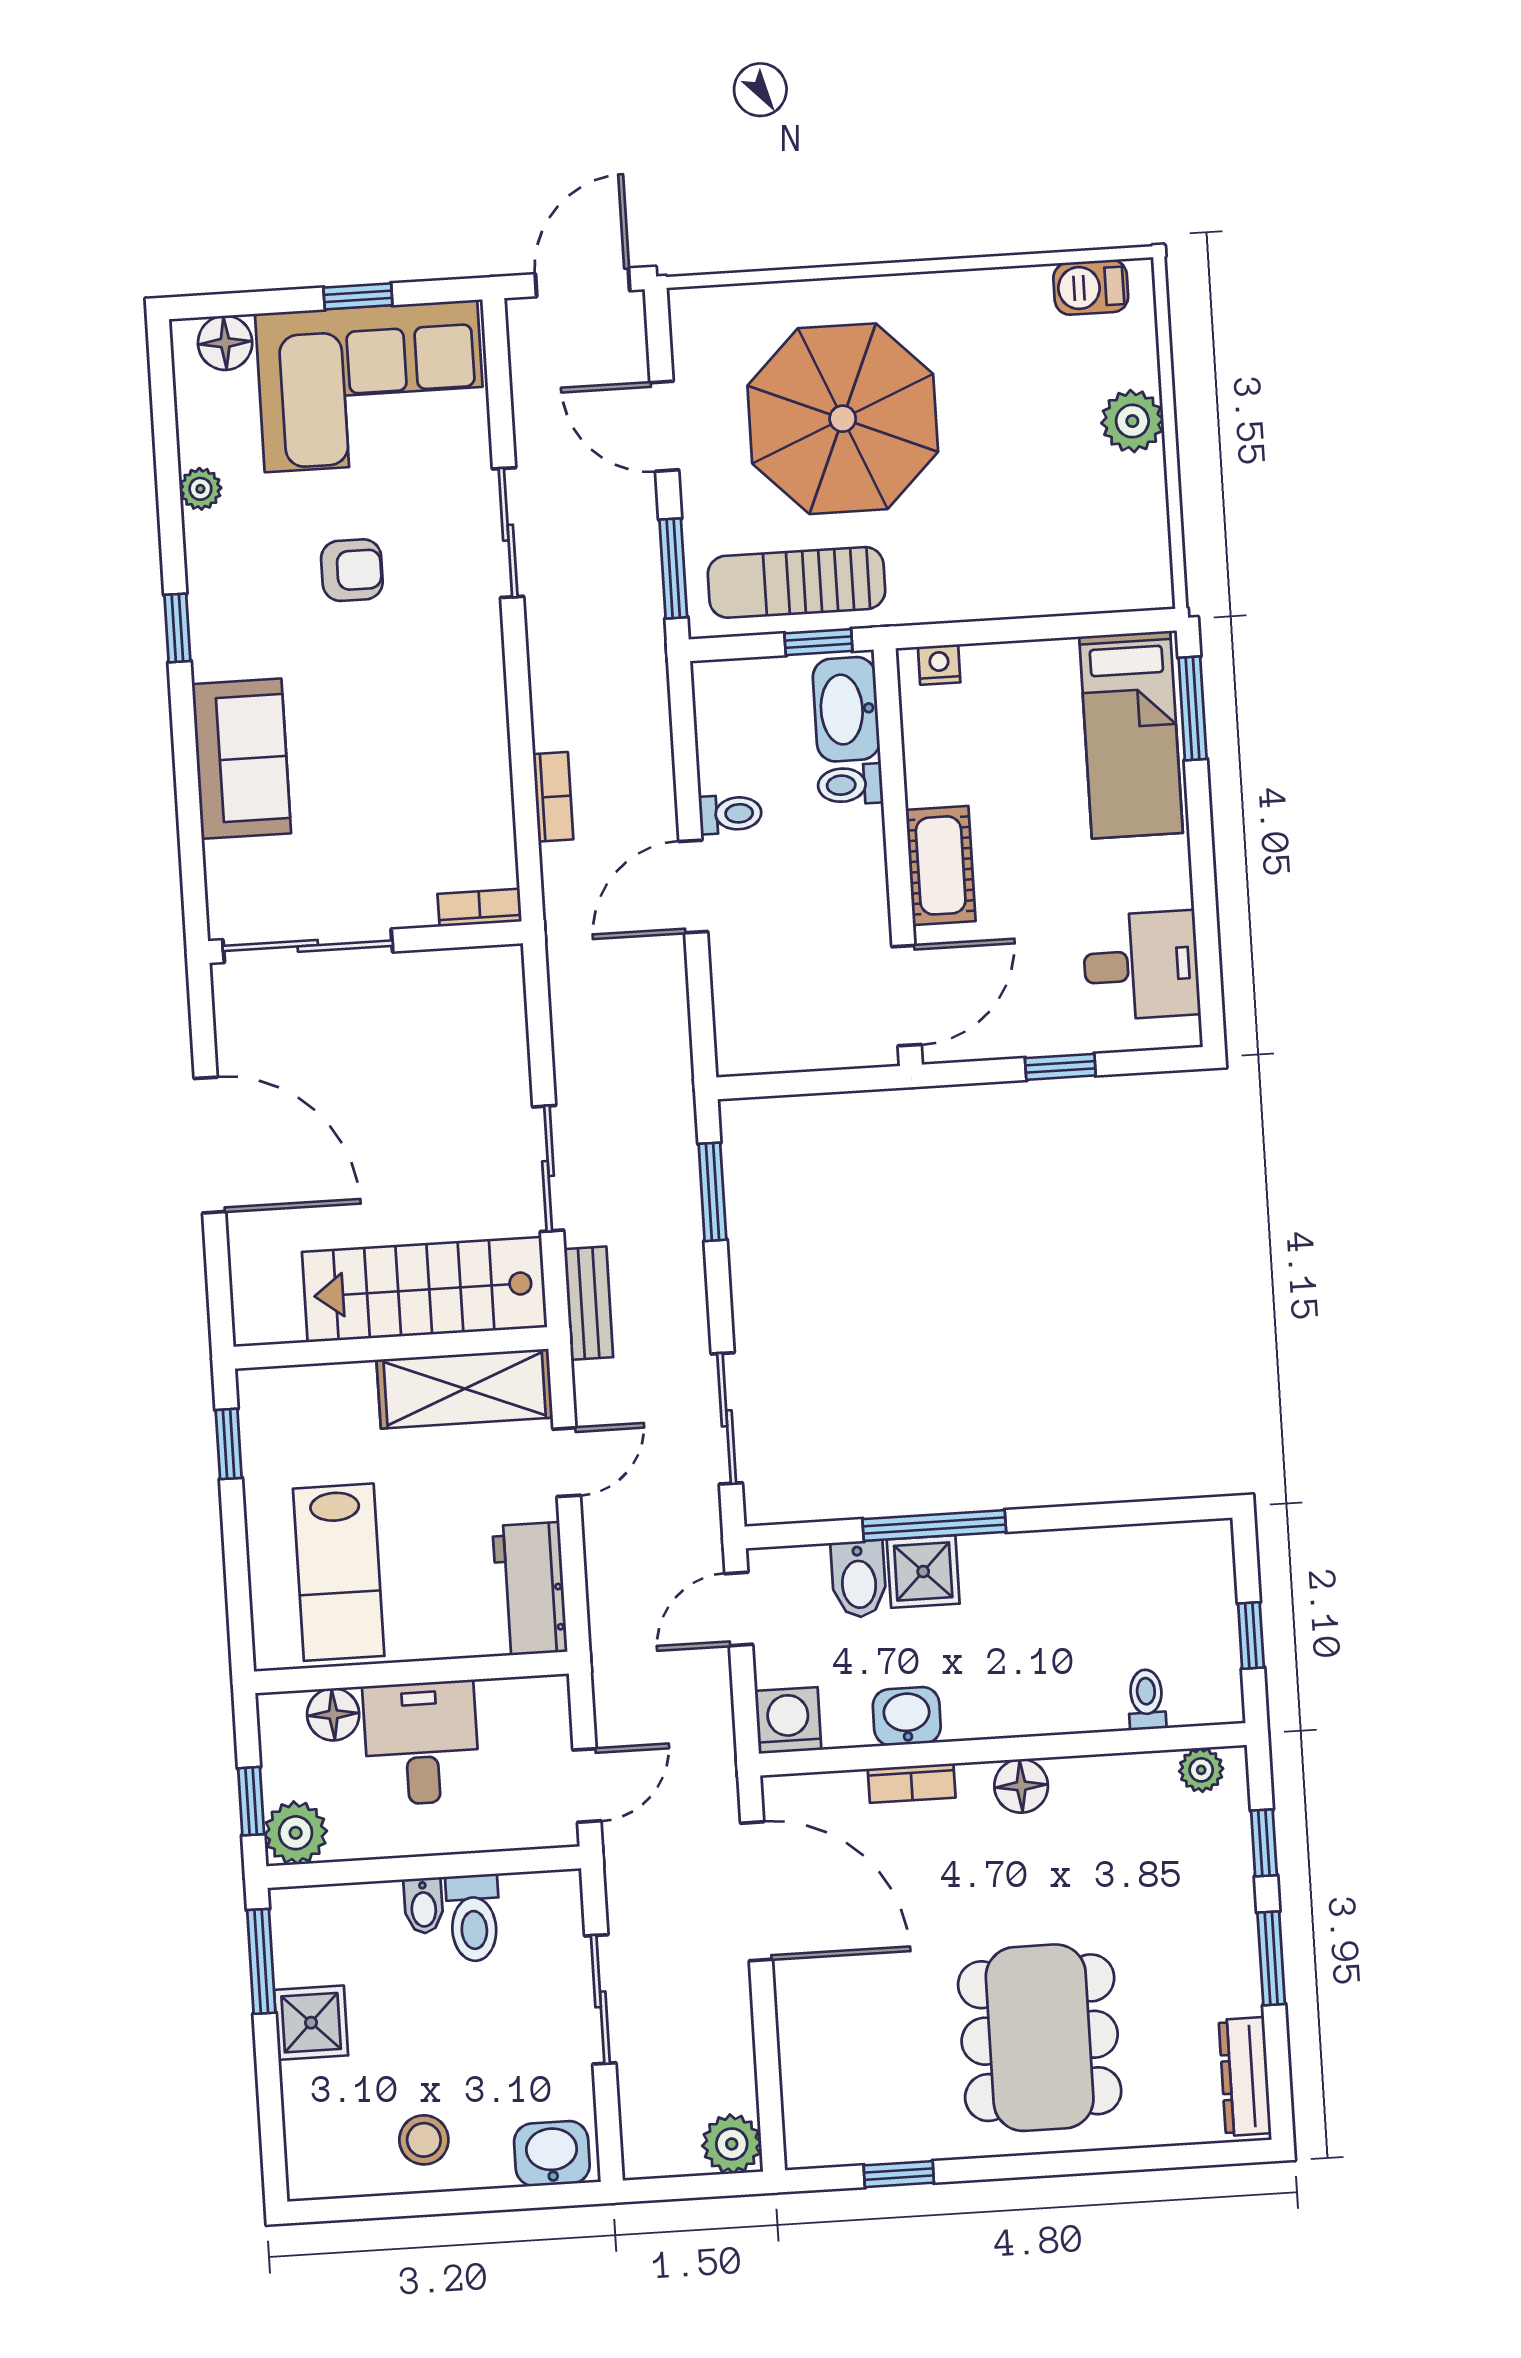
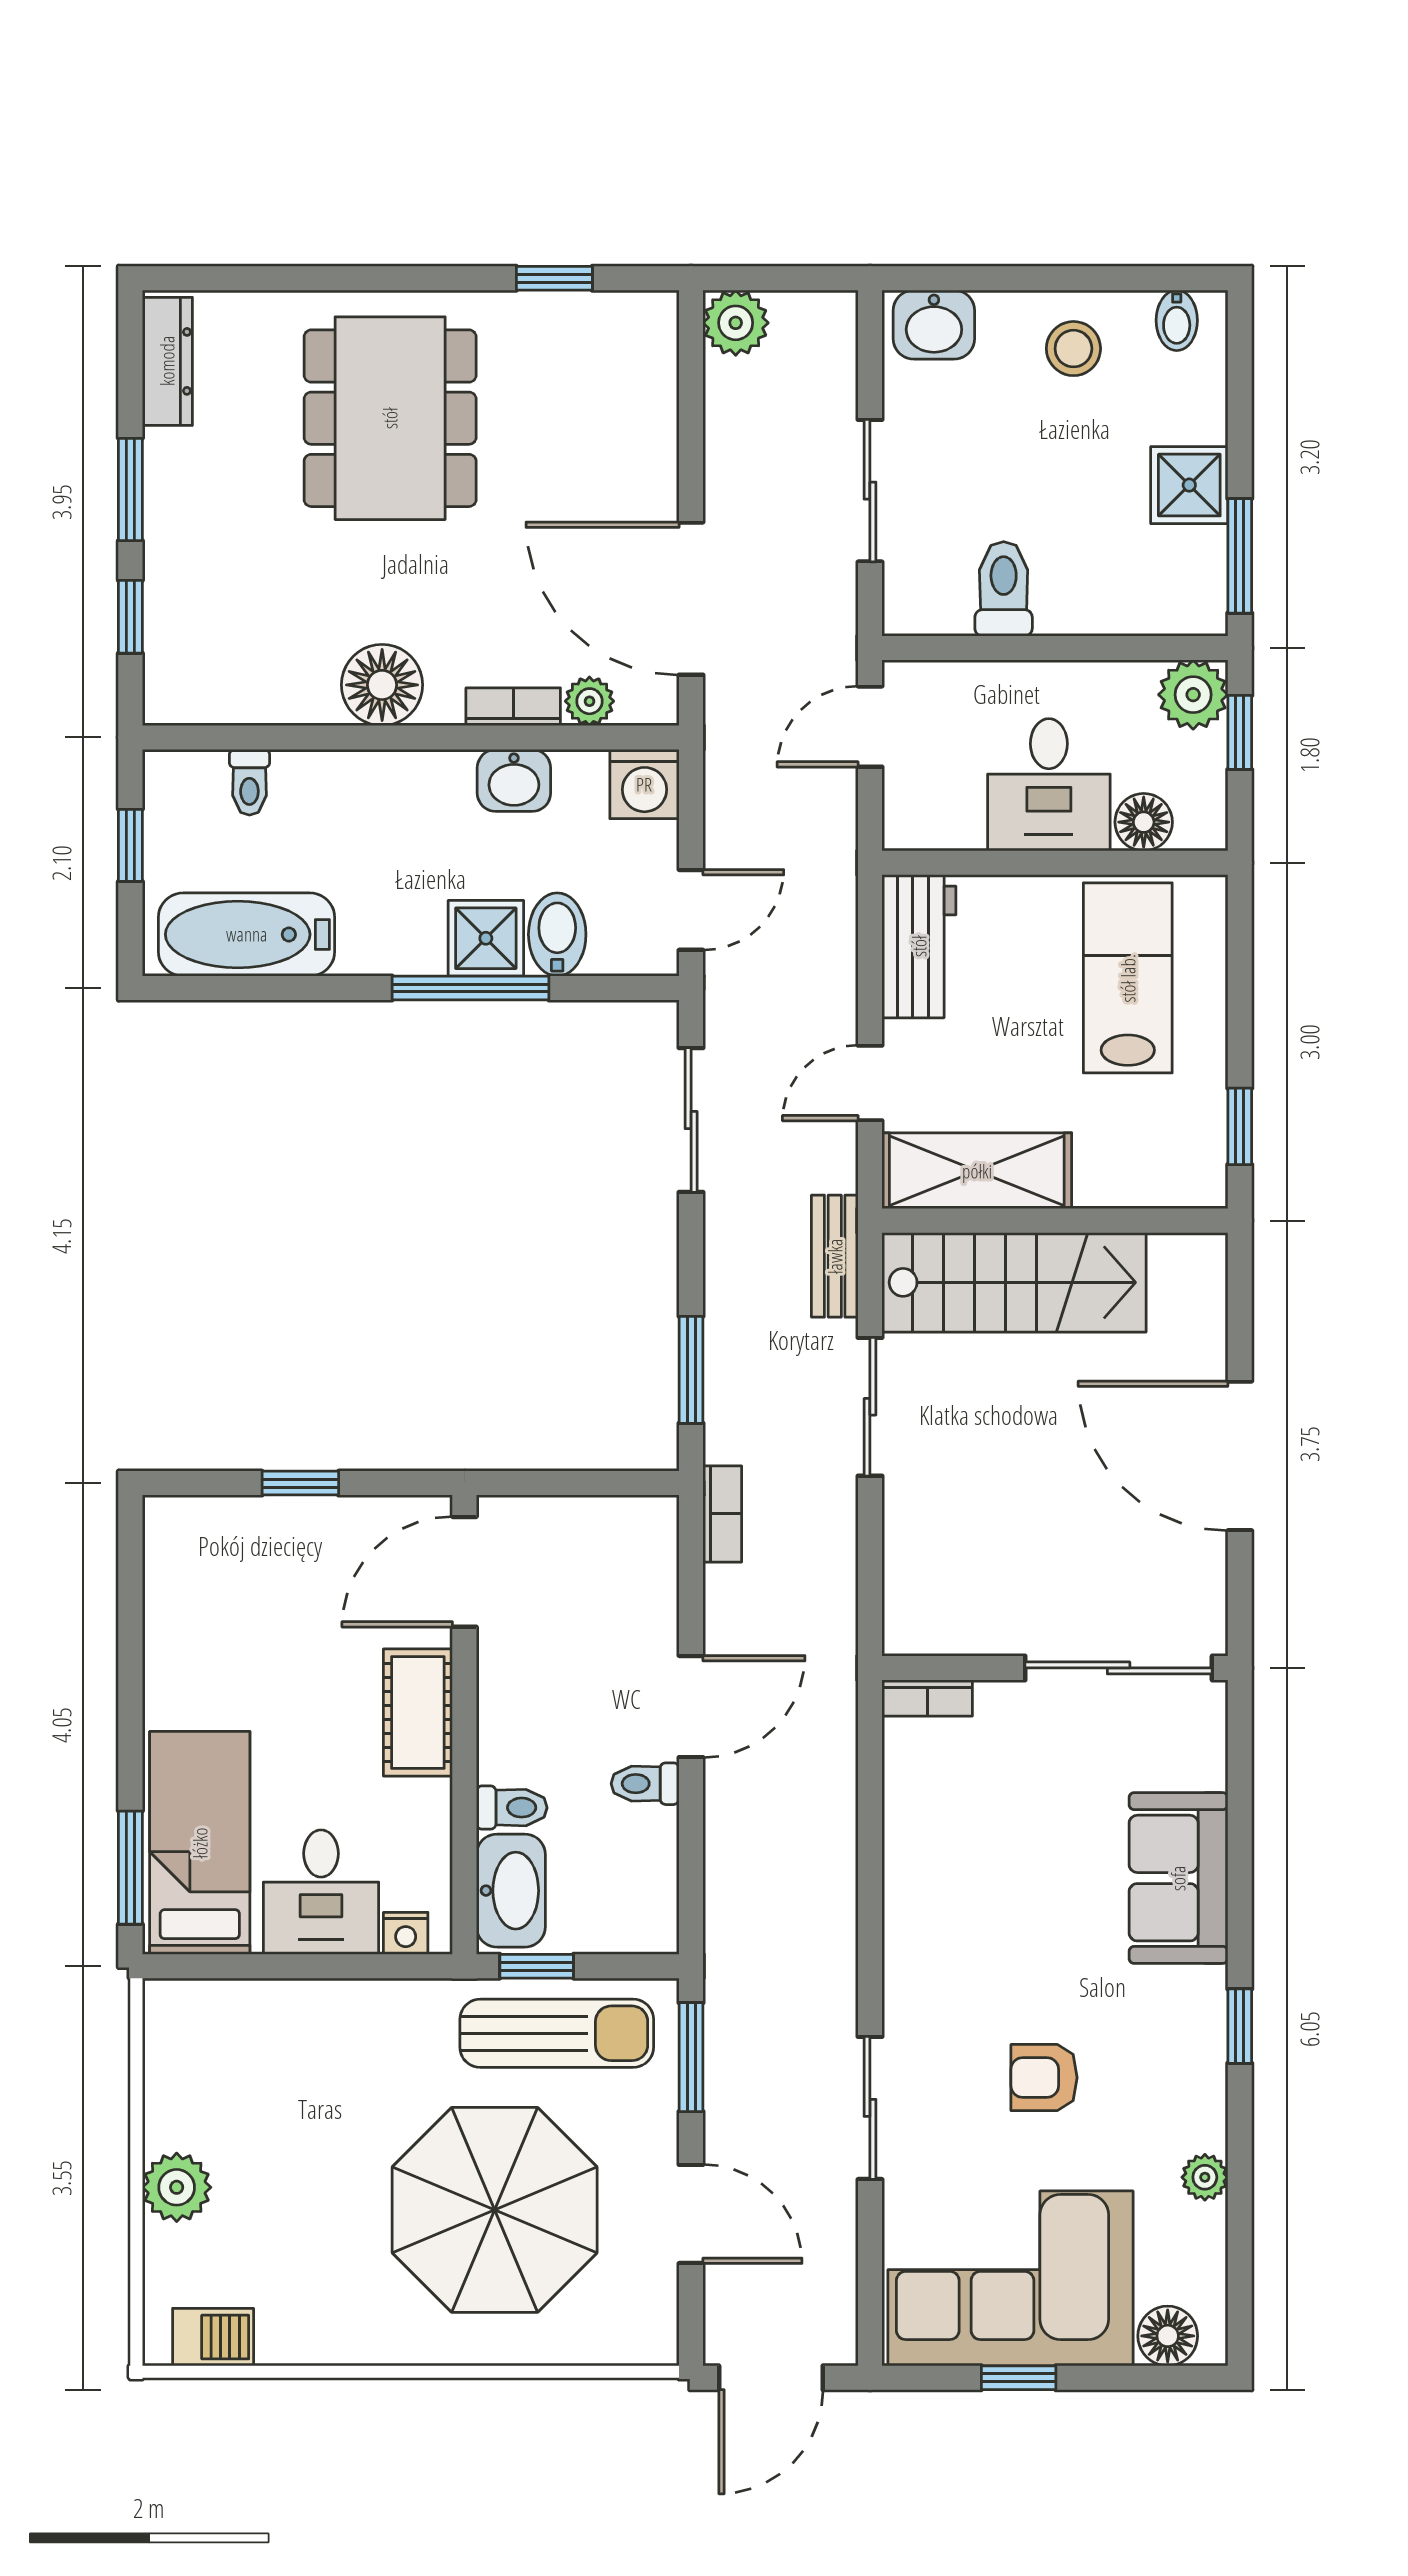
bookcase: (553, 797) -> (722, 1514), moved, turned 180
desk: (1141, 965) -> (321, 1892), moved, turned -90
bathtub: (1140, 1561) -> (247, 934), added
plant: (1201, 1770) -> (589, 701), moved
floor lamp: (1021, 1786) -> (382, 685), width x1.38, depth x1.38
bidet: (424, 1906) -> (1177, 320), moved, turned 180

